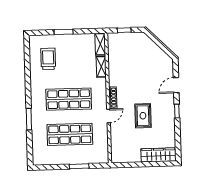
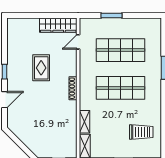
trolley: (48, 59) -> (141, 132), turned -90
door: (109, 116) -> (78, 42), moved
wardrobe: (159, 155) -> (58, 25), moved

